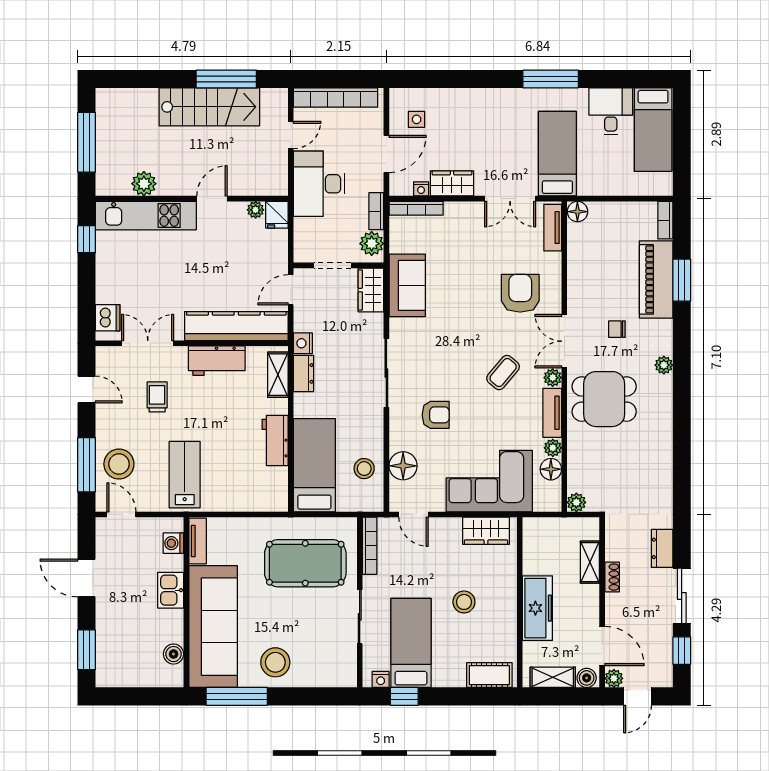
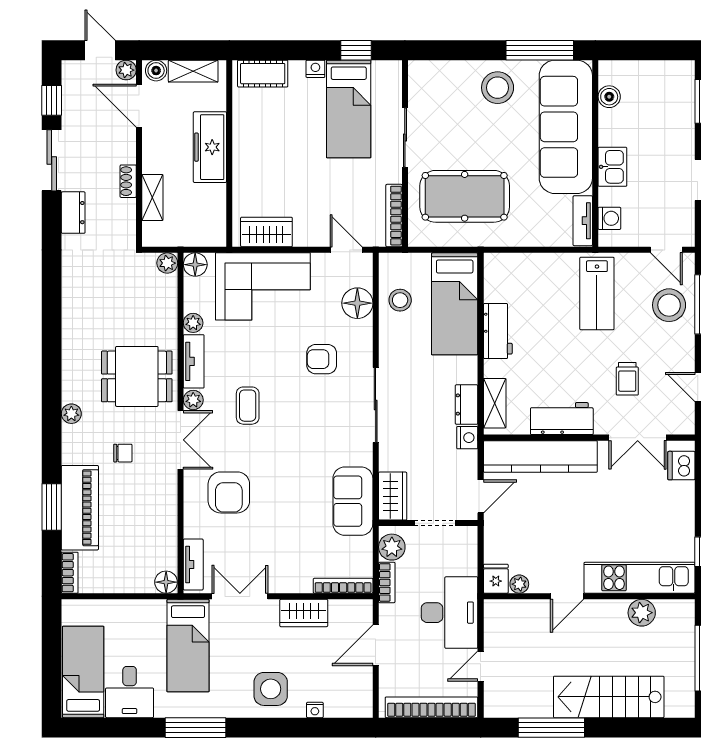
stairs: (209, 107) -> (609, 697), moved
side table: (417, 119) -> (271, 689), moved, width x1.87, depth x1.87
nightstand: (421, 189) -> (315, 710), moved, turned 180
coffee table: (503, 373) -> (248, 406), turned -40
floor lamp: (551, 469) -> (195, 265), moved
stool: (464, 602) -> (291, 154), removed
nightstand: (381, 679) -> (315, 69), moved
door: (638, 696) -> (100, 50), hinge flipped

